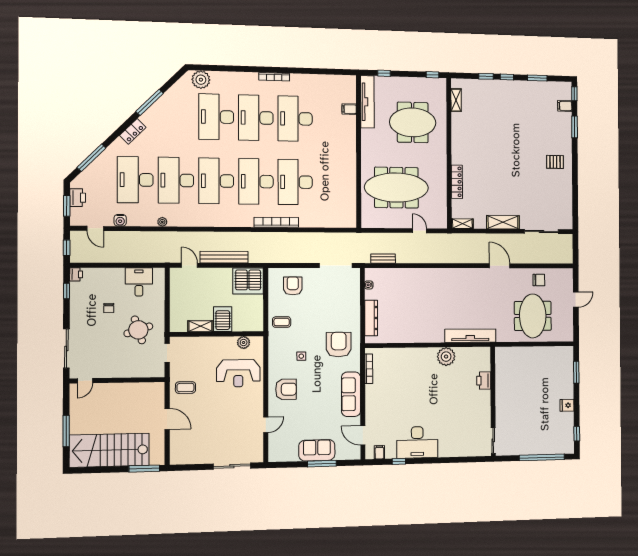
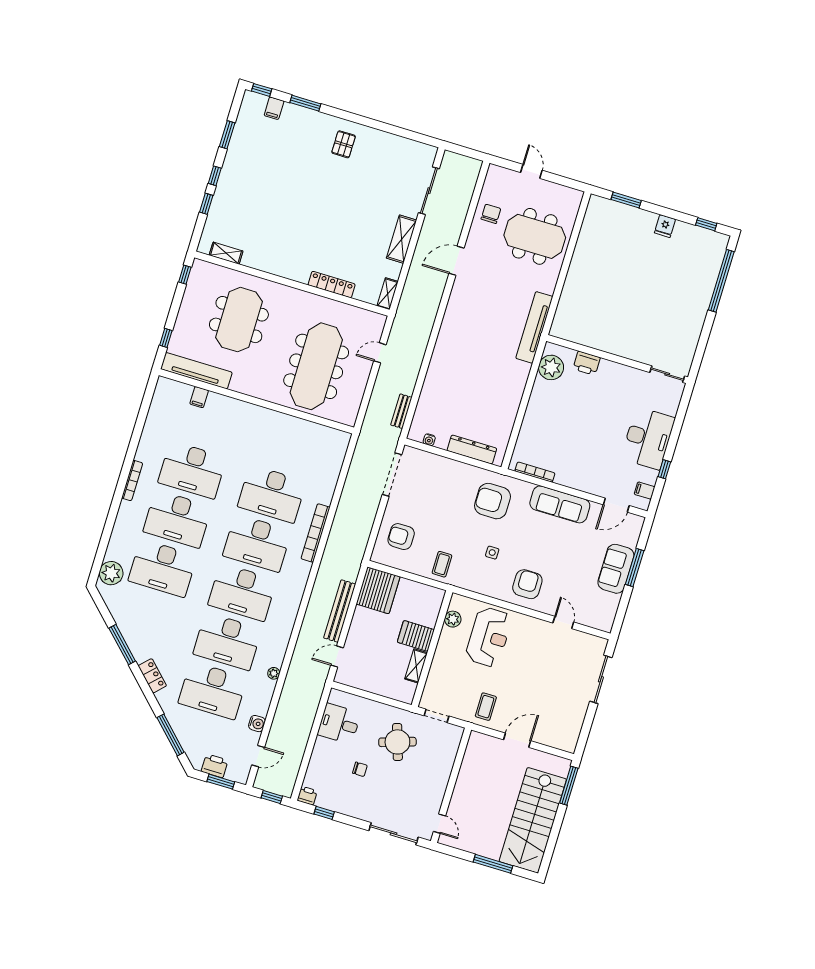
printer: (484, 381) -> (587, 363), moved
wall: (493, 401) -> (617, 359), moved
sliding door: (493, 440) -> (667, 374), moved

